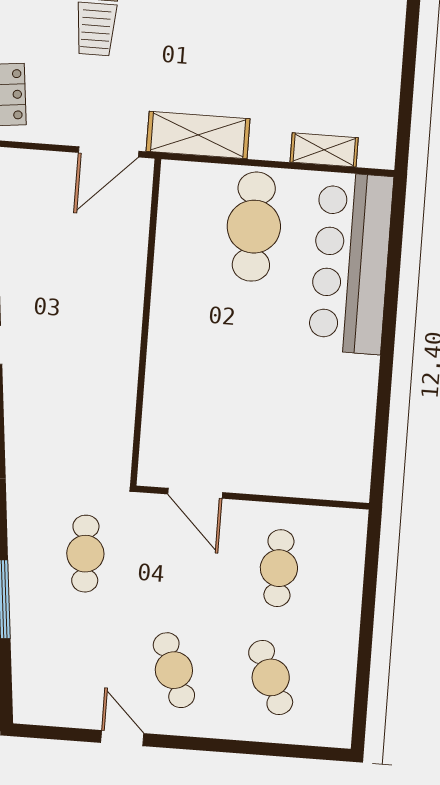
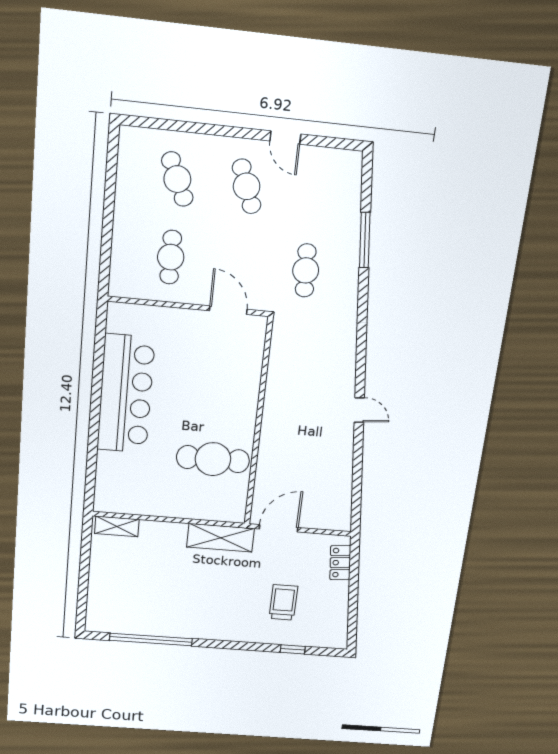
shelving: (324, 150) -> (117, 526), moved
cafe table: (254, 227) -> (213, 459), moved, turned 90
bar counter: (351, 263) -> (126, 394), moved

